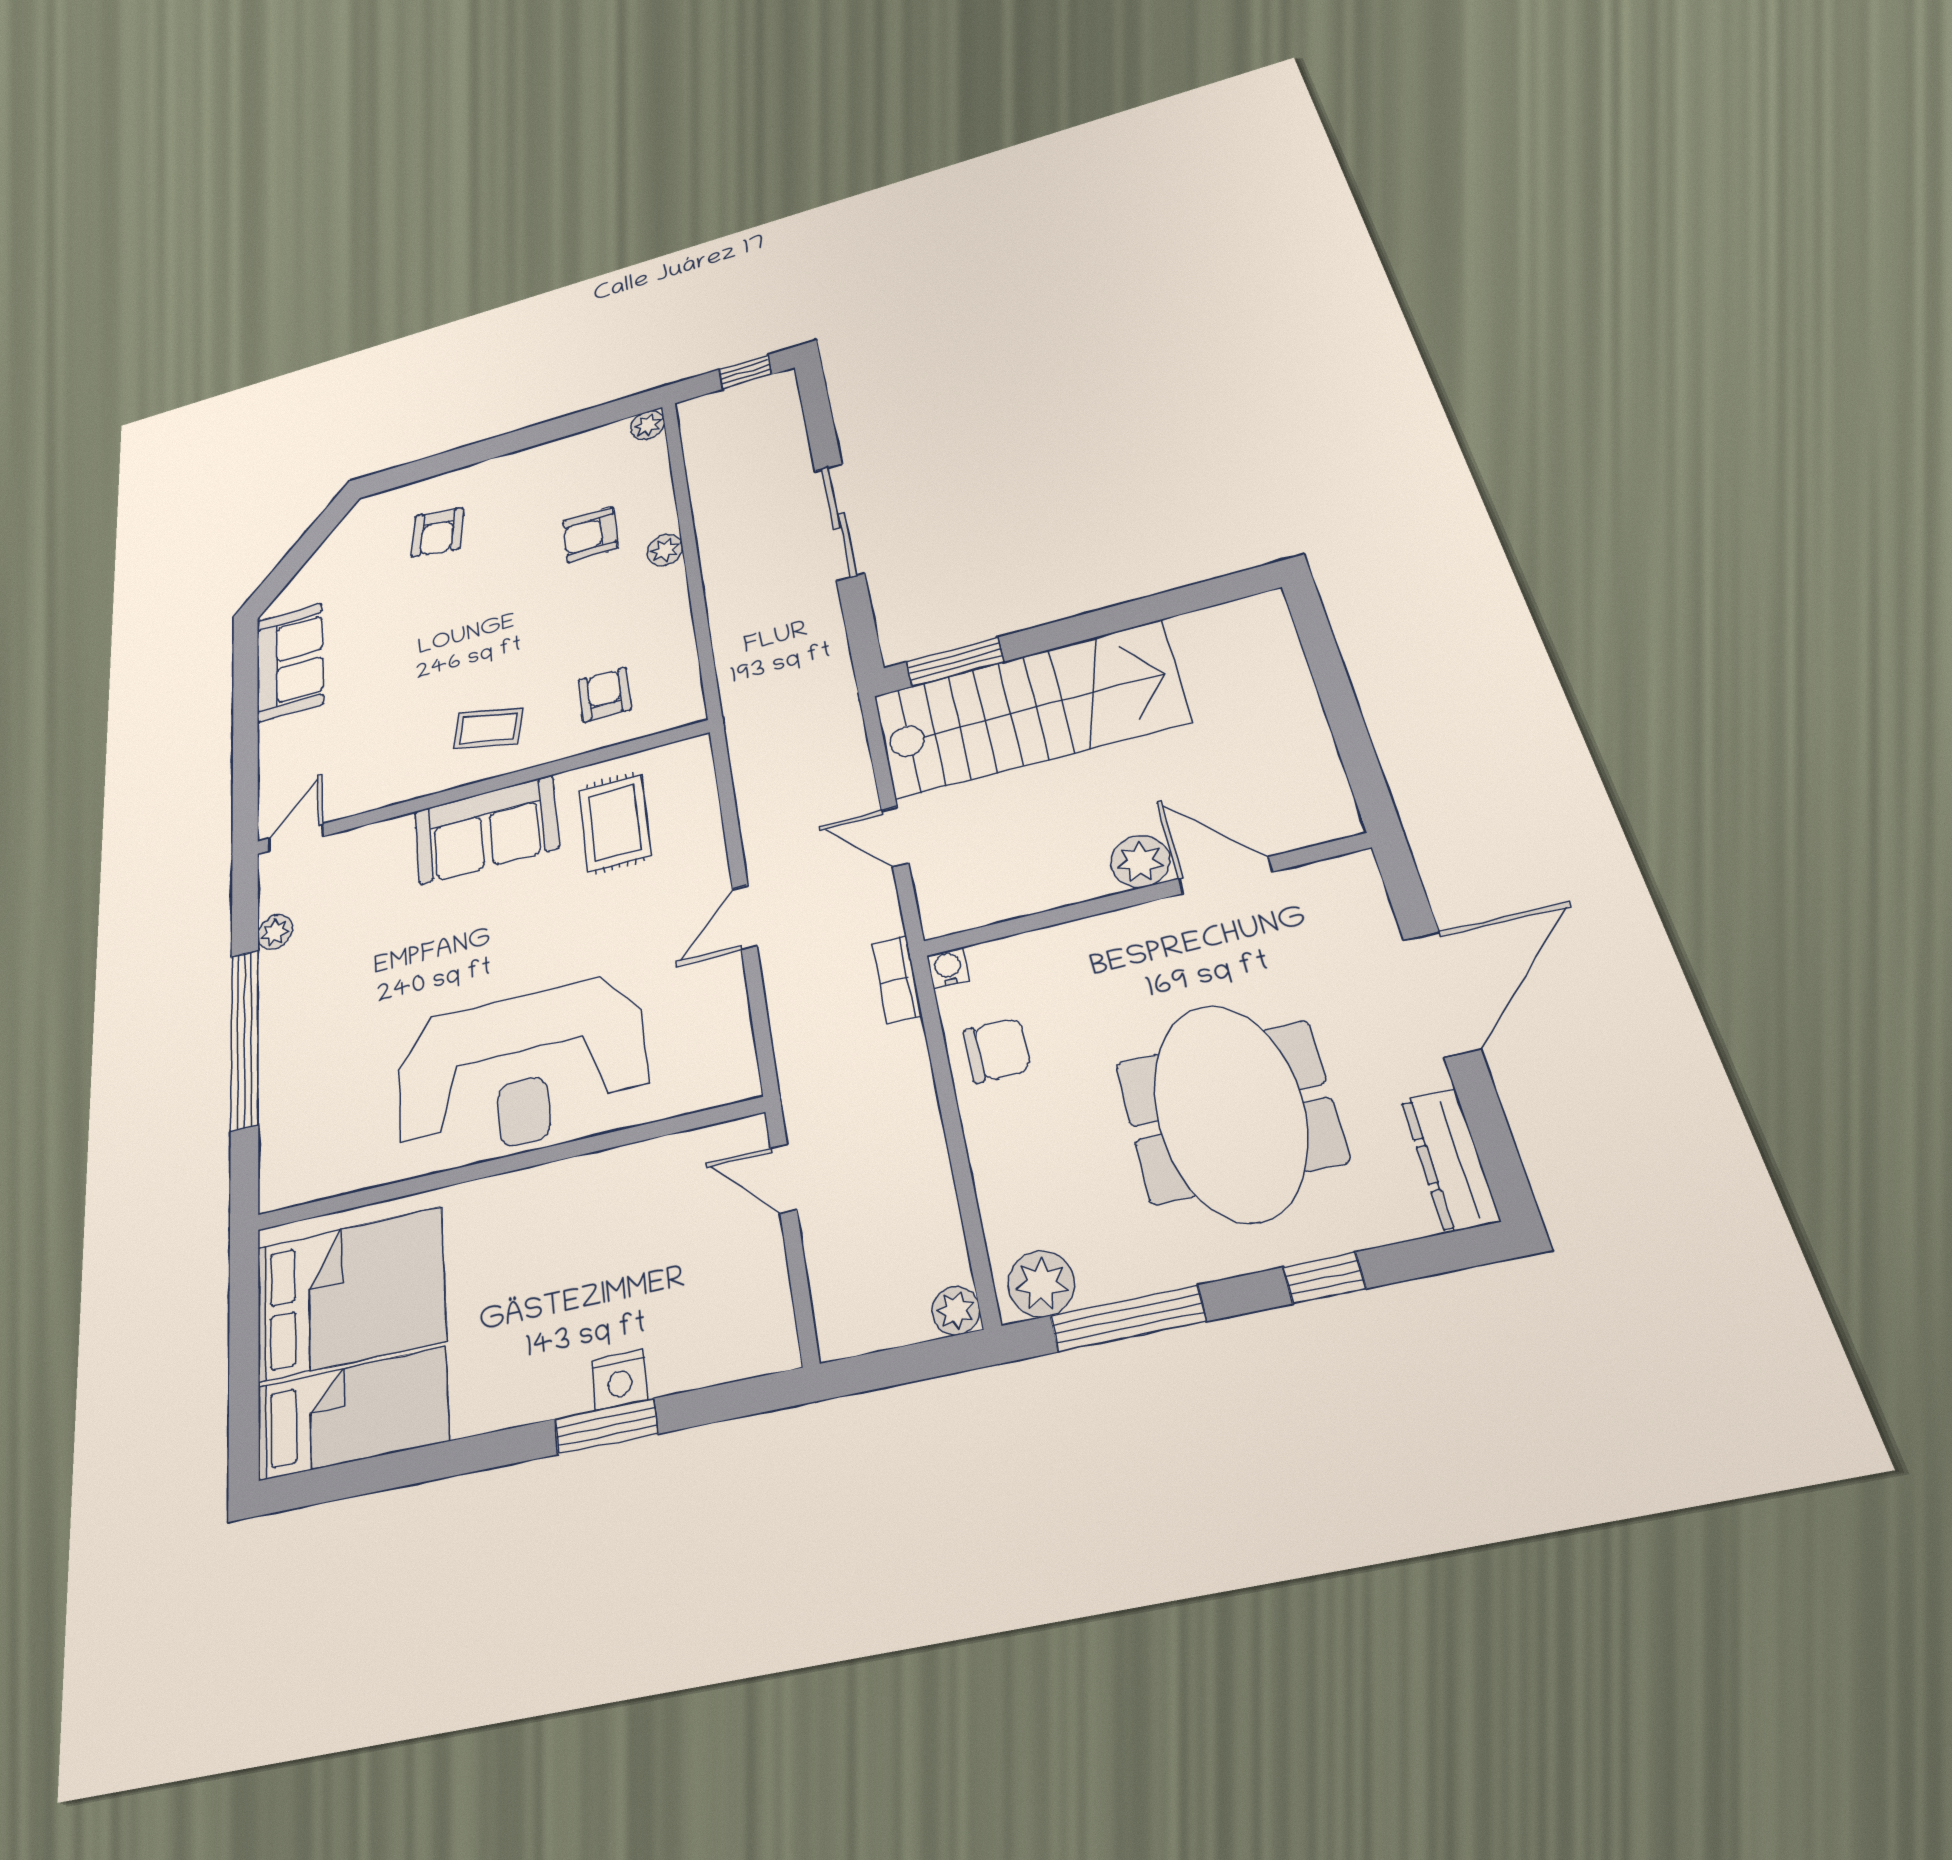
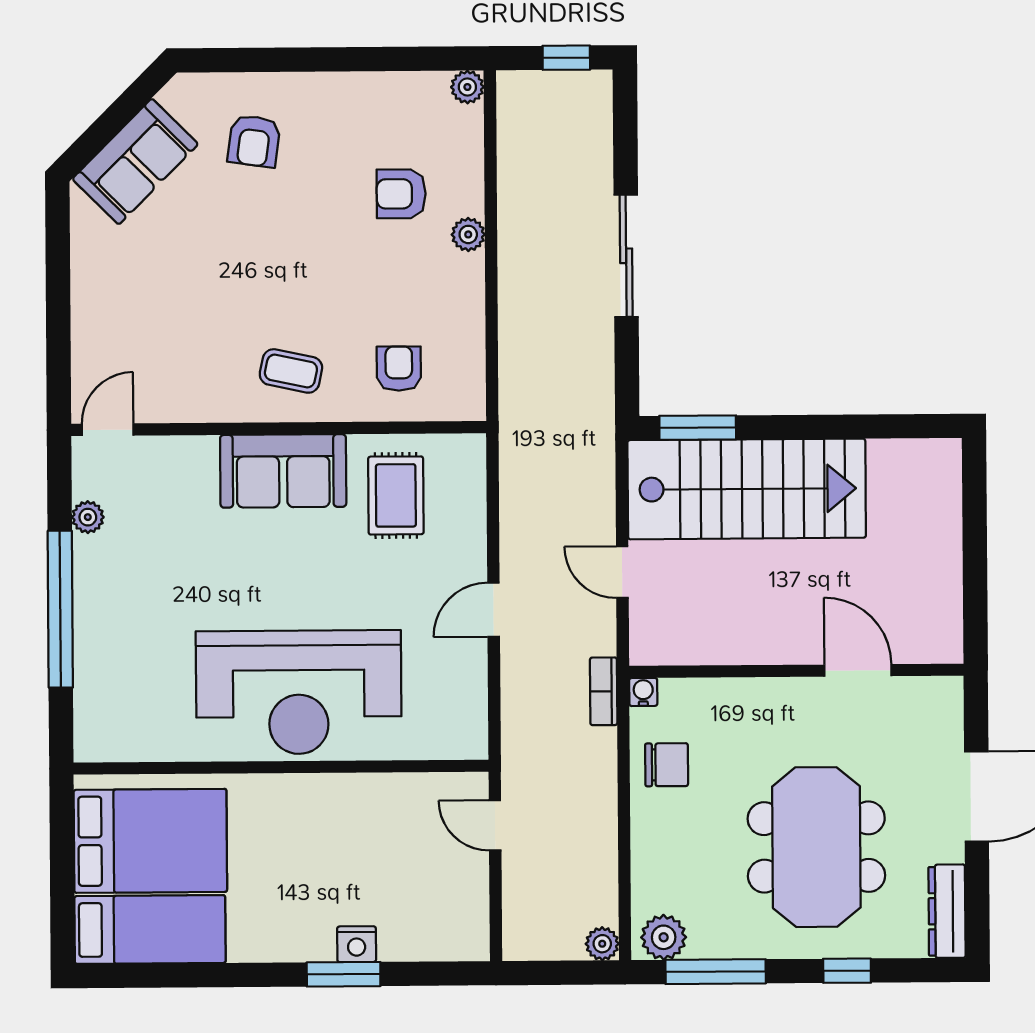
sofa: (290, 662) -> (135, 161), moved, turned 45
plant: (1140, 862) -> (801, 643), removed

